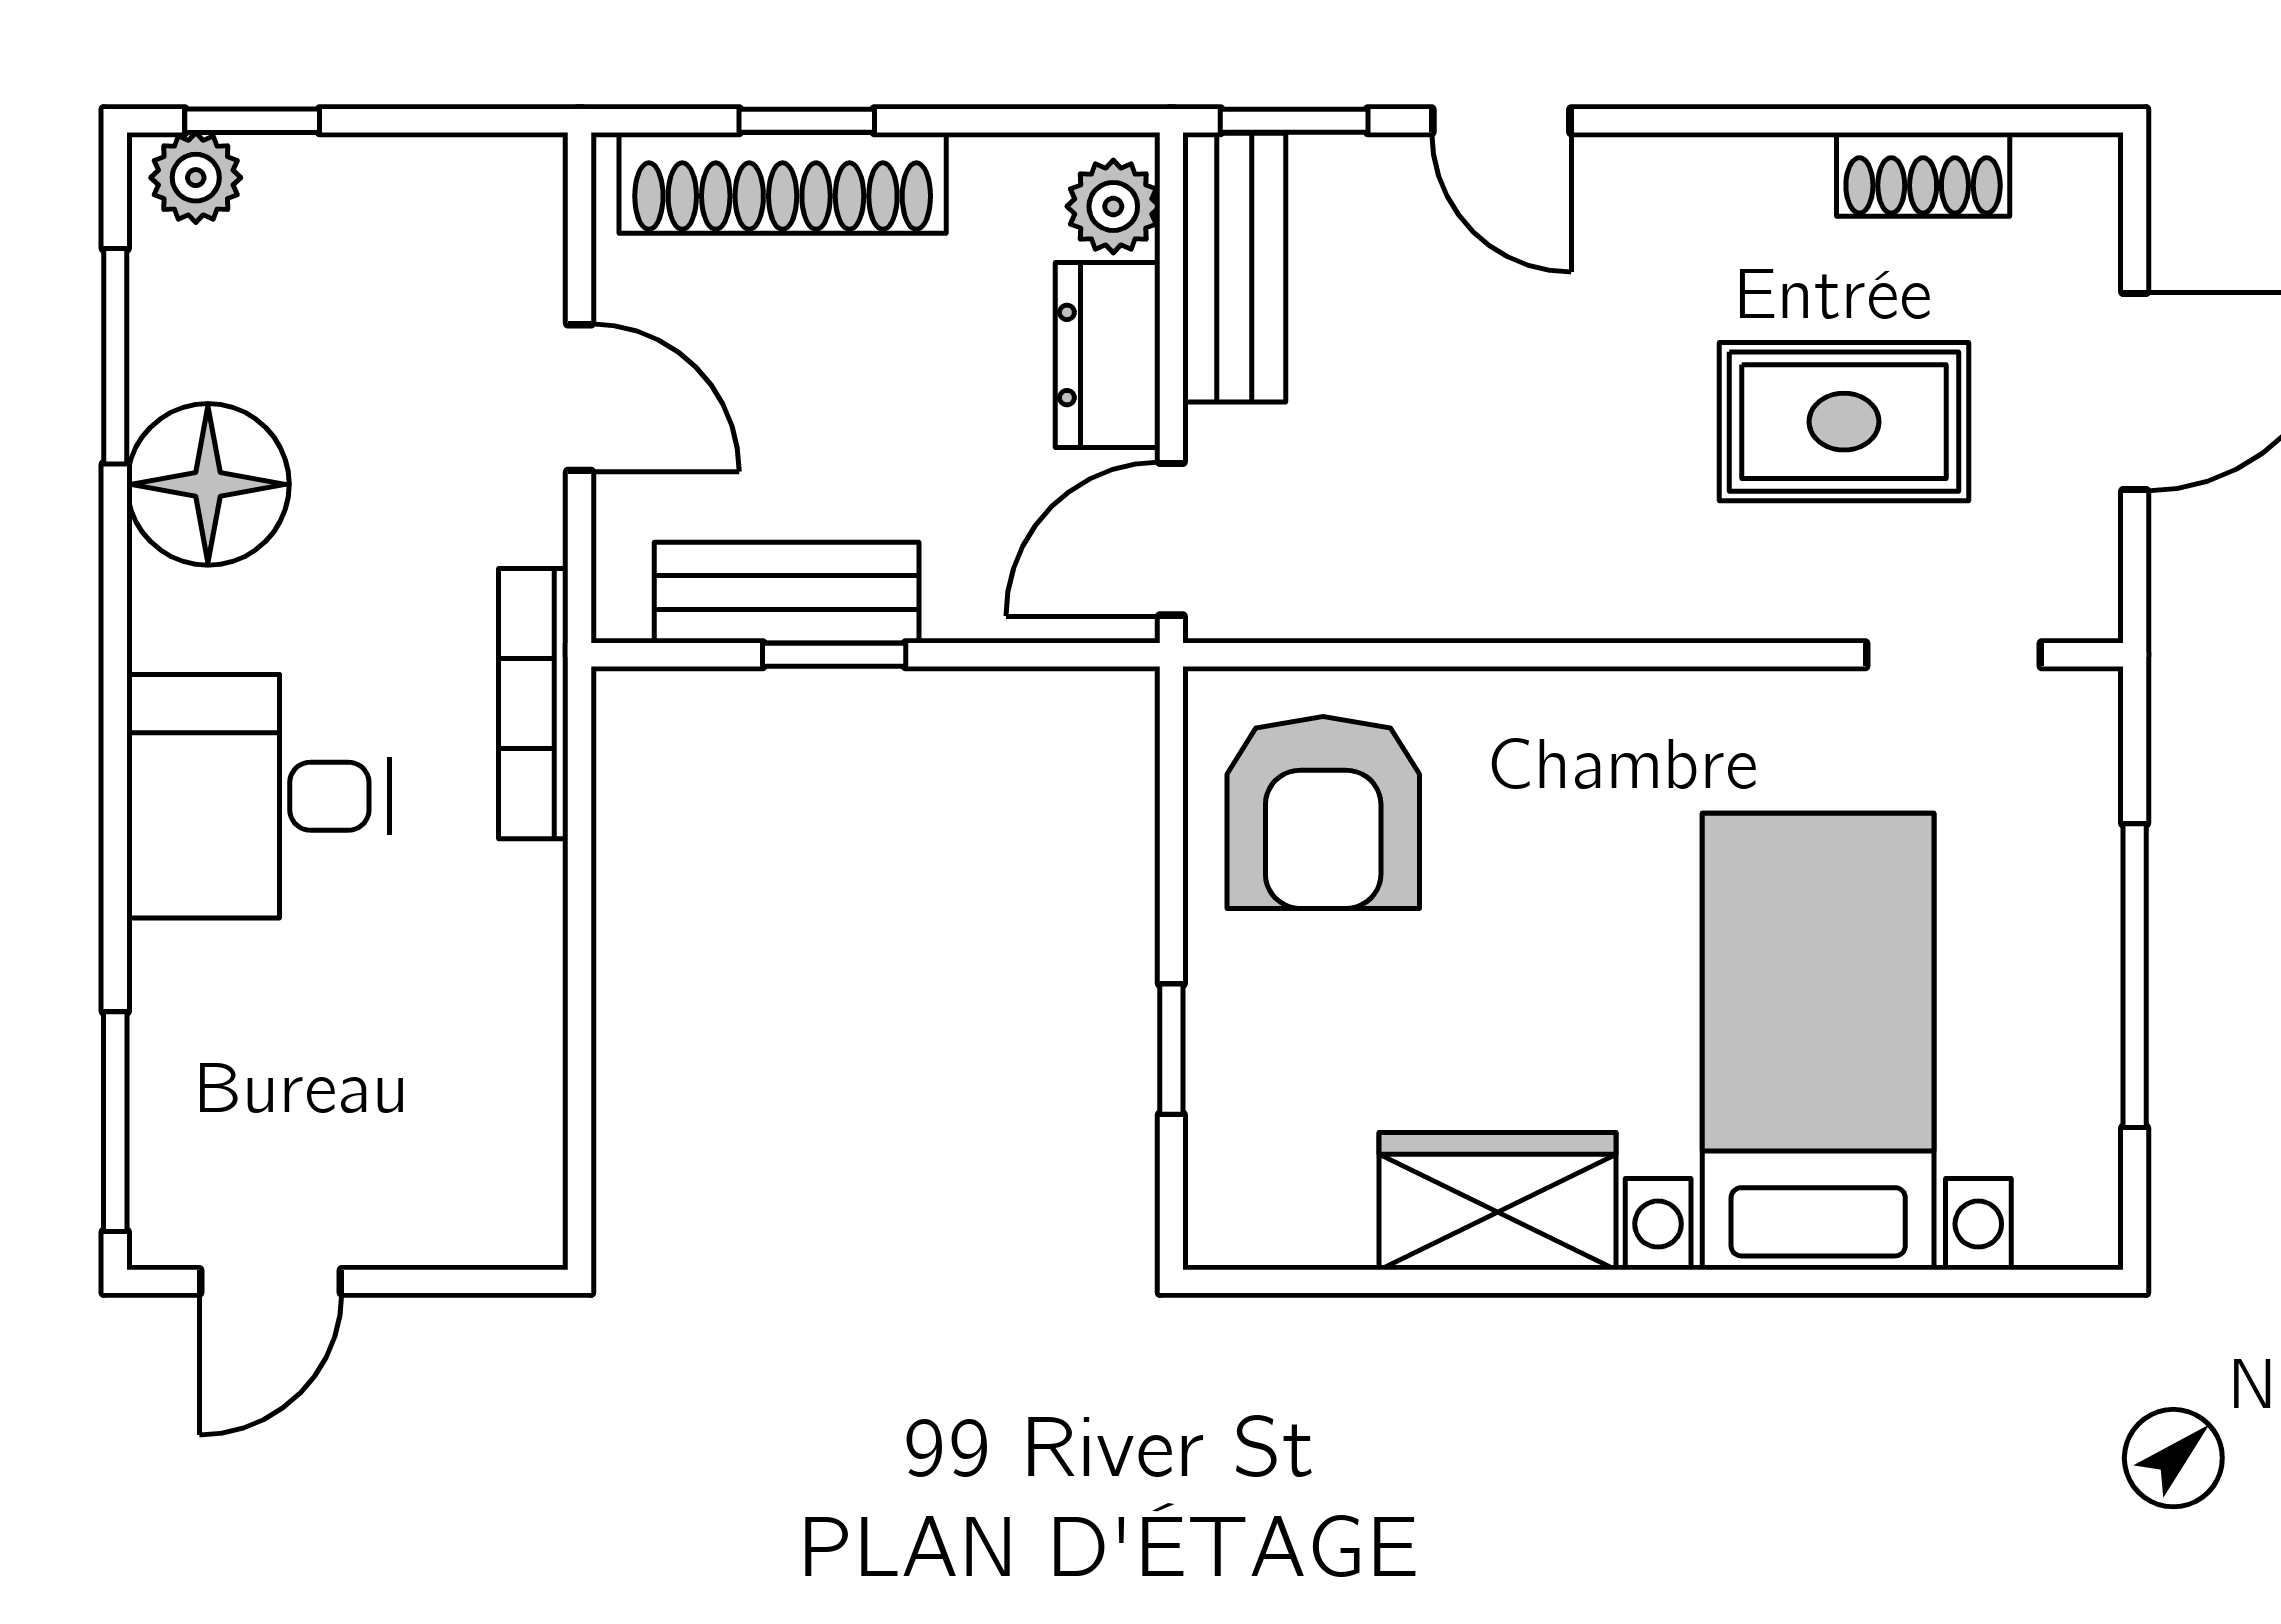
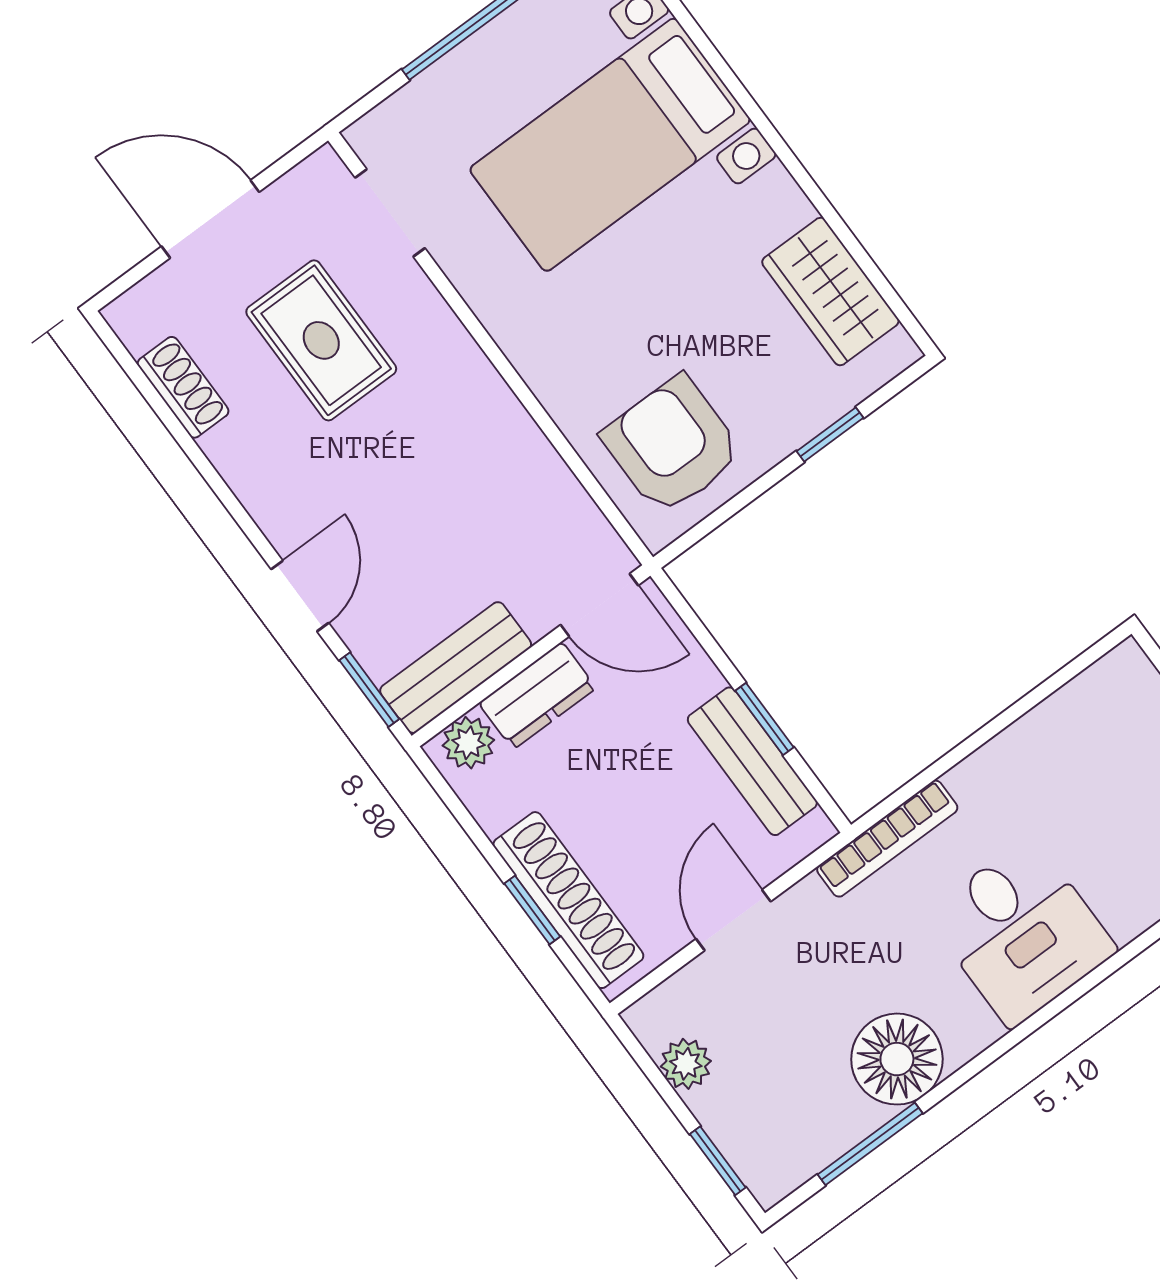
plant: (196, 178) -> (686, 1064), moved
armchair: (1323, 812) -> (672, 445), turned -90
wardrobe: (1498, 1201) -> (830, 291), moved

